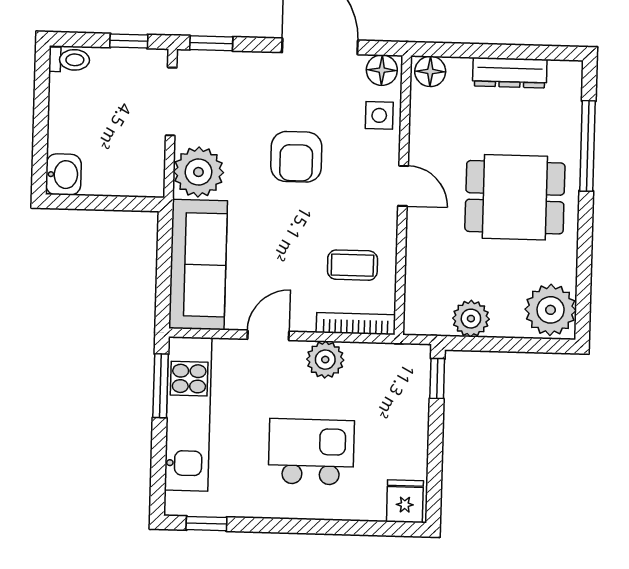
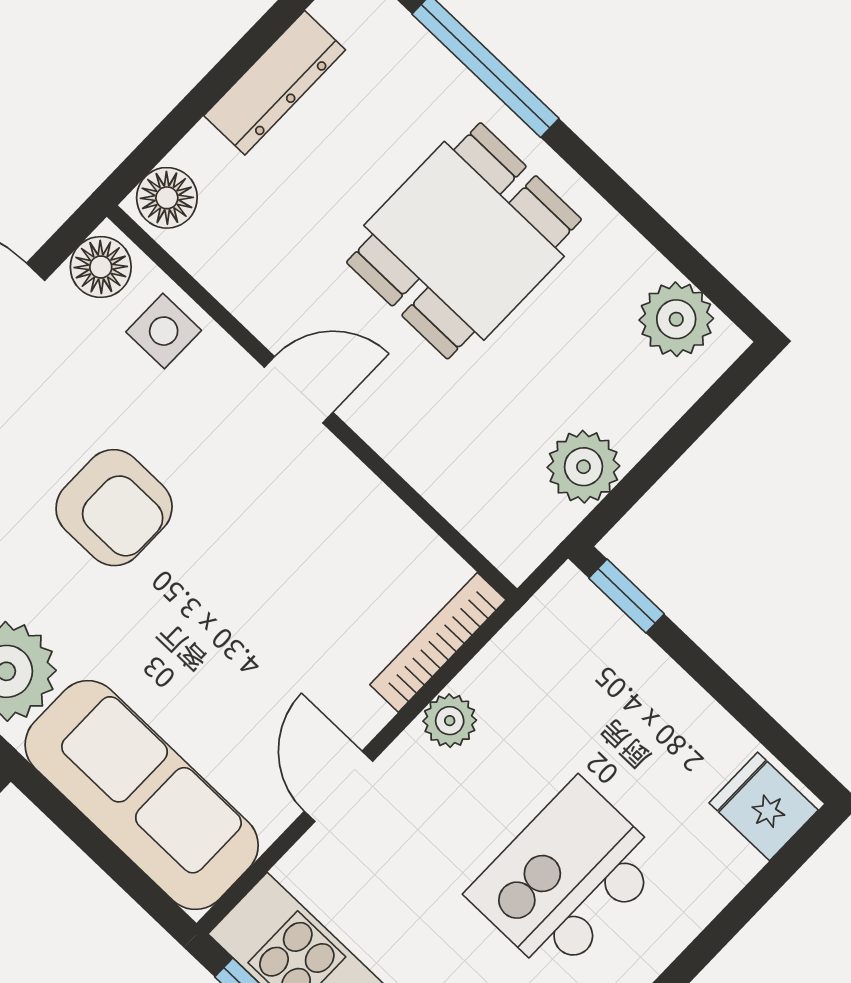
coffee table: (352, 265) -> (348, 569), removed
plant: (551, 310) -> (676, 319), width x0.73, depth x0.73
plant: (325, 360) -> (450, 721), width x0.73, depth x0.73

